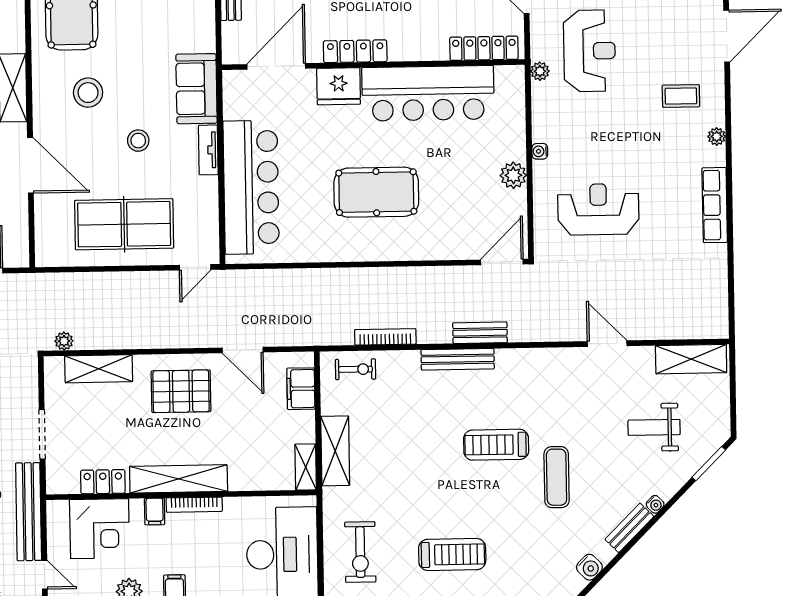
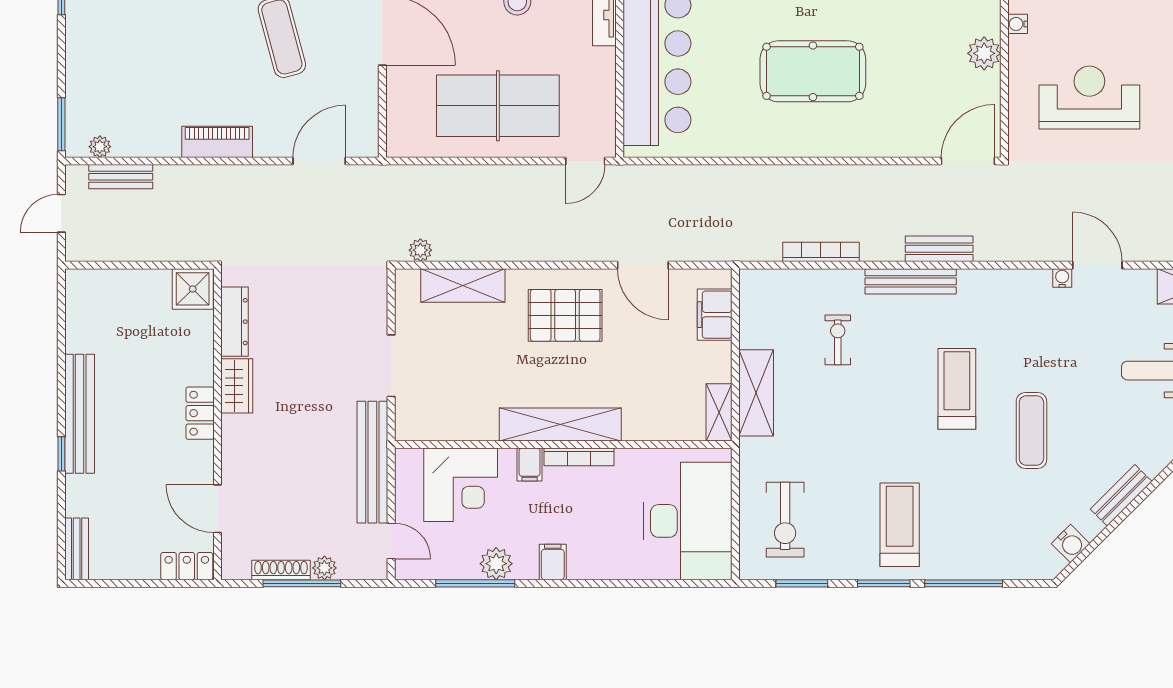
exercise bike: (355, 369) -> (838, 340), moved, turned -90
treadmill: (496, 445) -> (957, 389), turned 90
locker: (103, 482) -> (466, 426), removed
water cooler: (655, 504) -> (1062, 278), moved, turned -135
treadmill: (452, 555) -> (900, 525), turned -90

